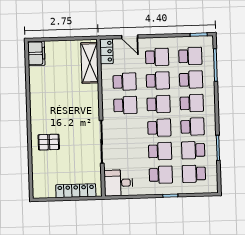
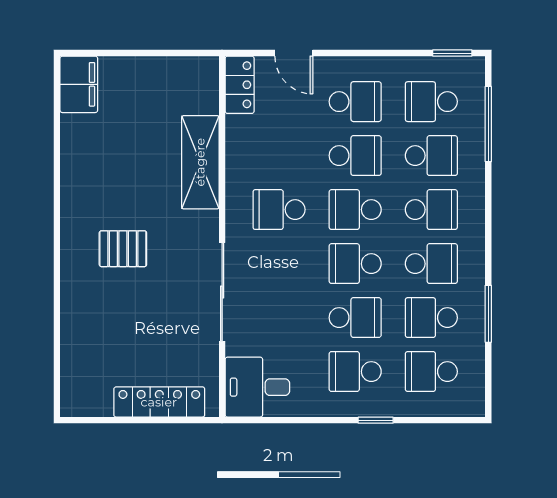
school desk: (190, 56) -> (431, 102), turned 180
shelving: (90, 63) -> (200, 162), moved
school desk: (125, 82) -> (279, 156), removed
school desk: (159, 104) -> (355, 210), turned 180
school desk: (125, 105) -> (279, 210), turned 180
school desk: (159, 128) -> (355, 264), turned 180
pallet: (49, 142) -> (123, 249), moved
school desk: (161, 175) -> (355, 372), turned 180

